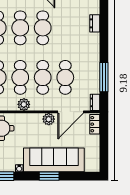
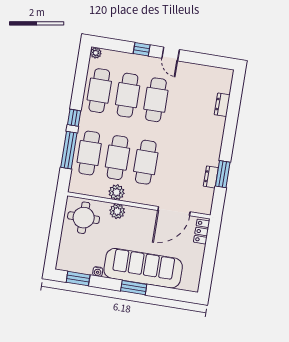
cafe table: (65, 77) -> (174, 167), removed
window: (104, 77) -> (223, 174), width x0.69
dresser: (95, 102) -> (211, 177), moved
plant: (49, 119) -> (117, 211), moved

